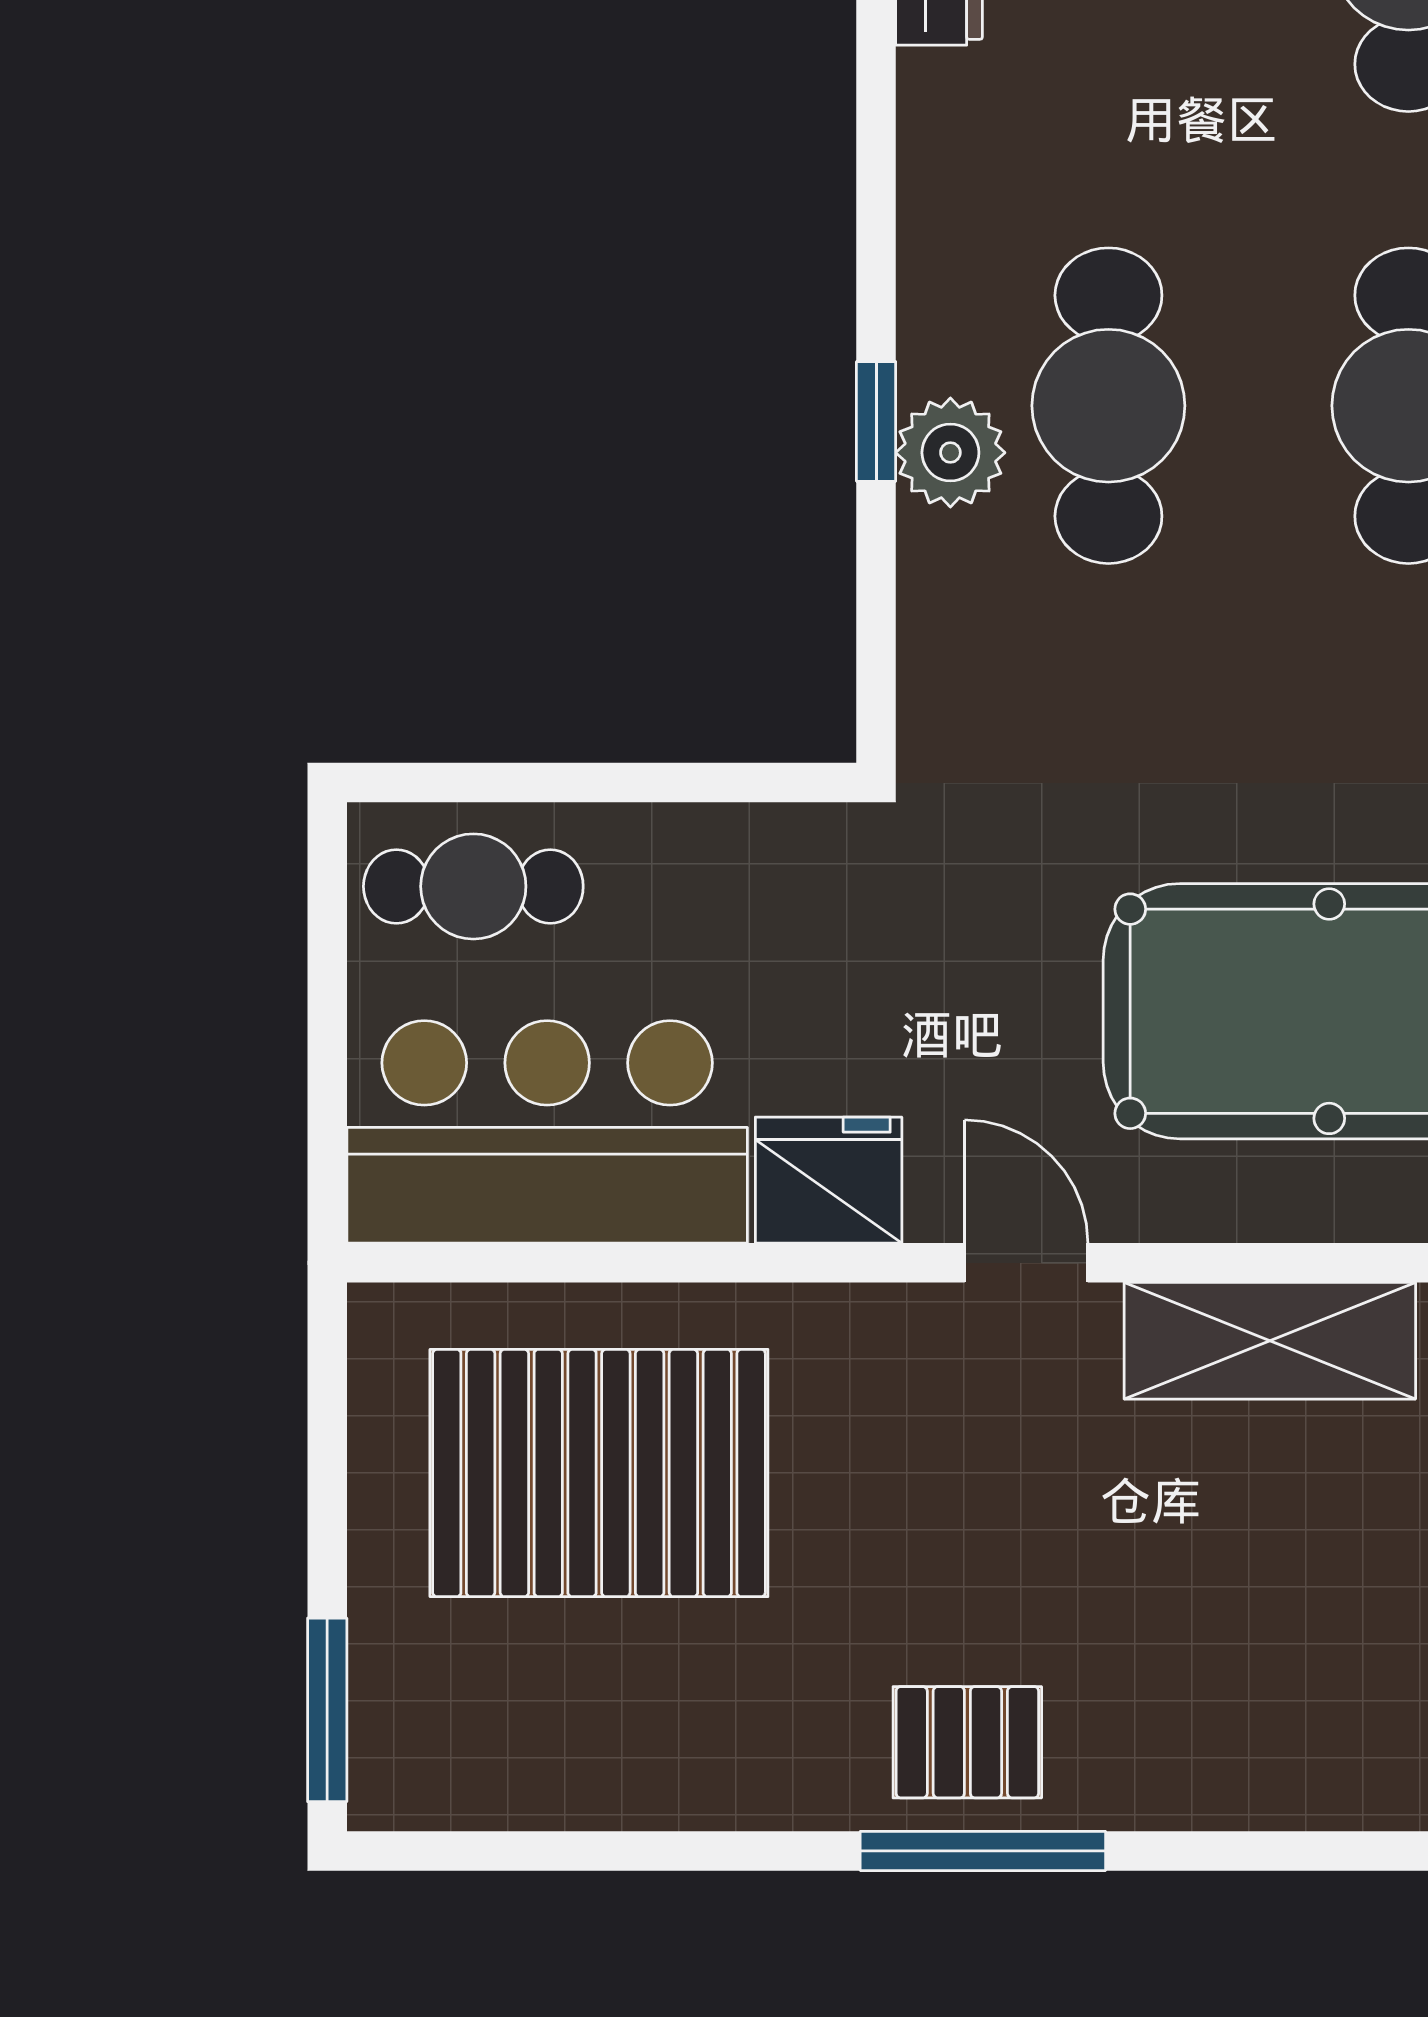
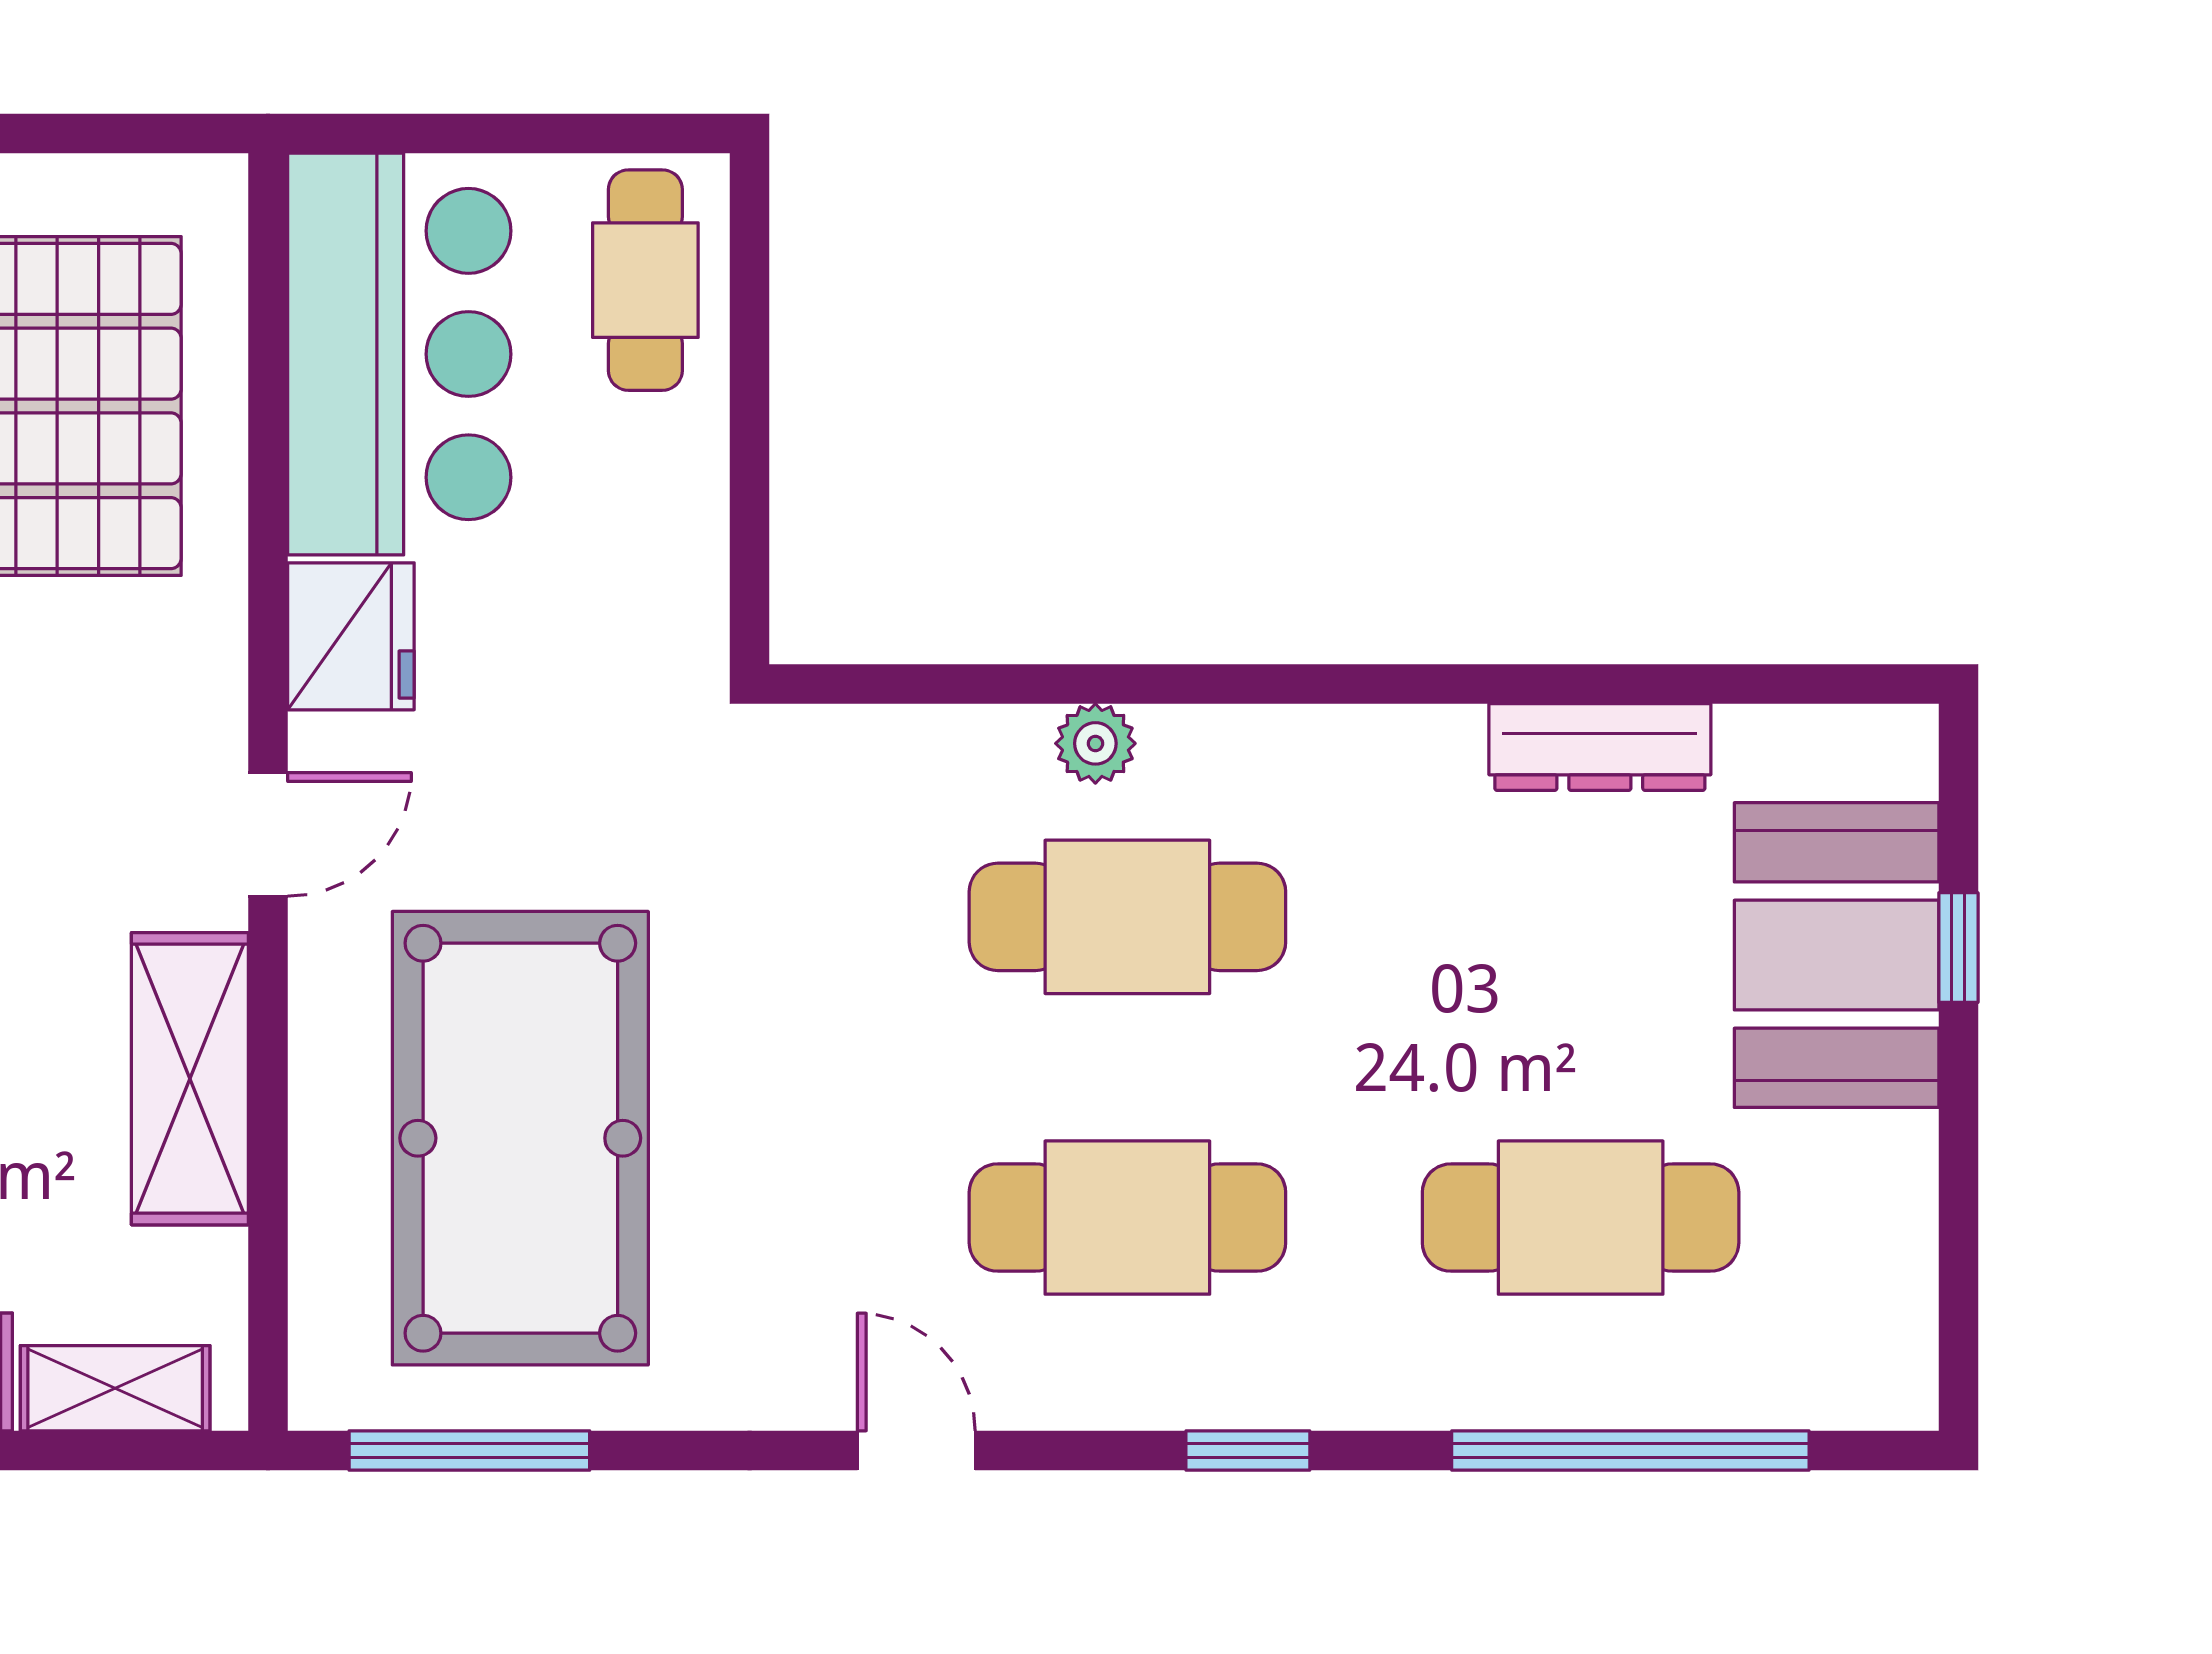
window: (876, 421) -> (1112, 684), removed
plant: (950, 453) -> (1095, 743), width x0.73, depth x0.73

